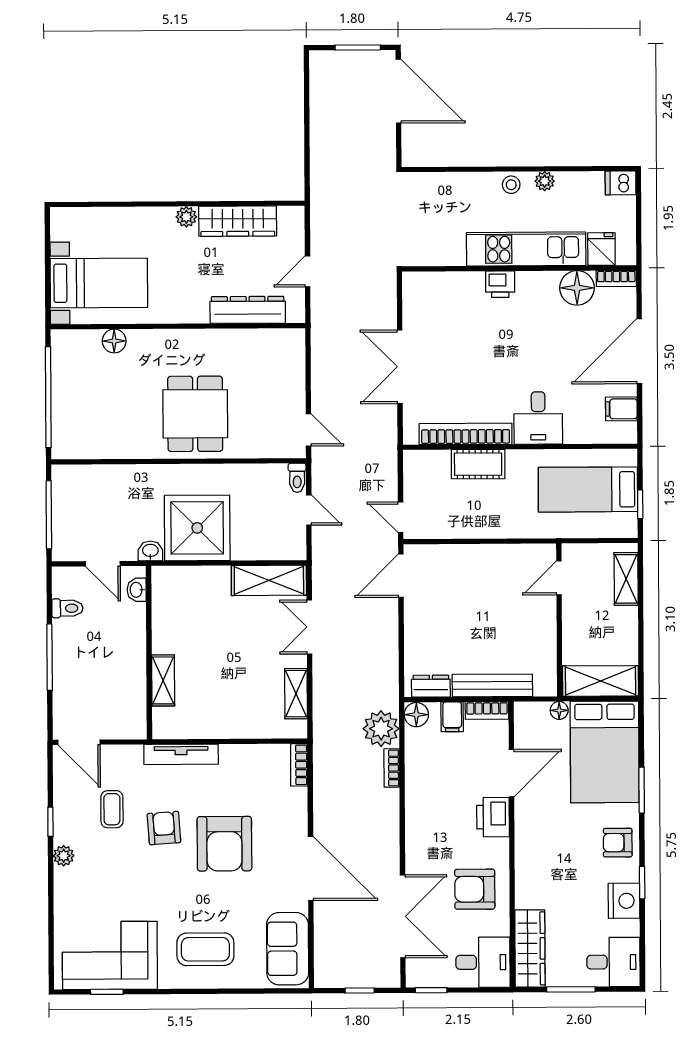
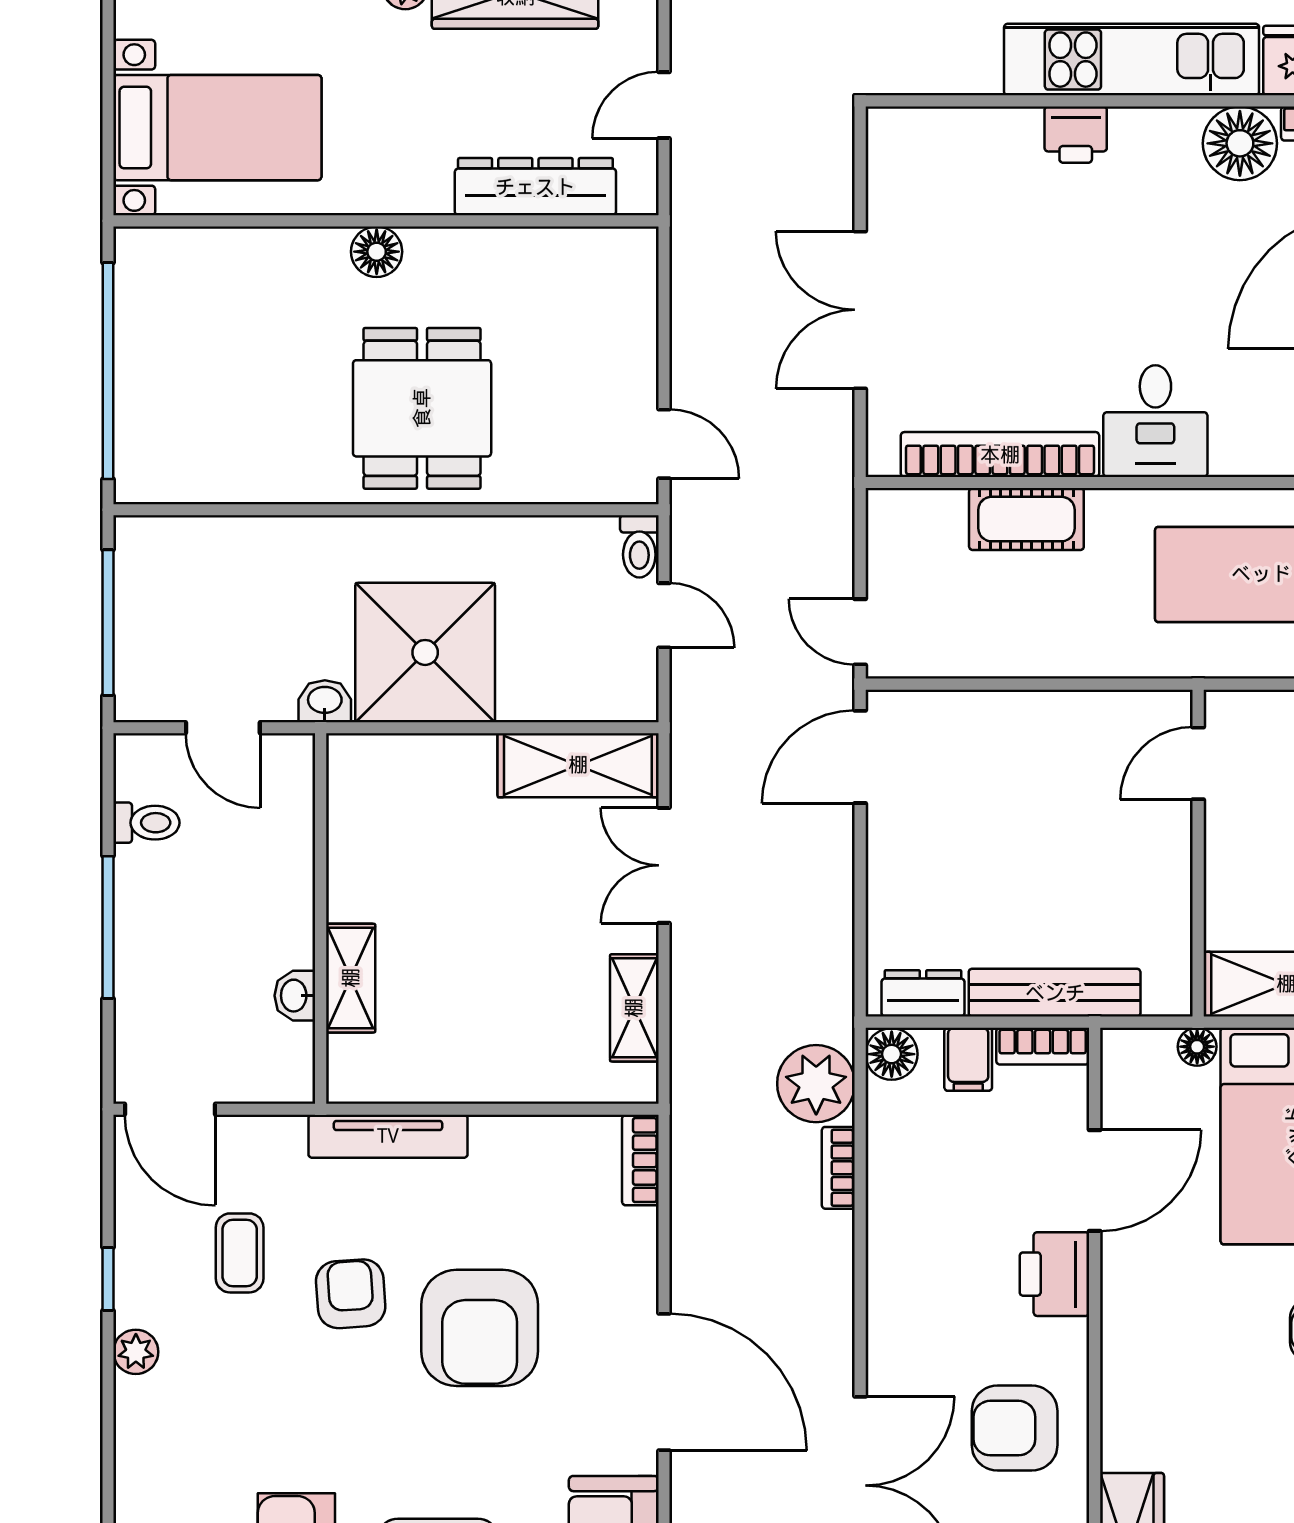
floor lamp: (114, 341) -> (377, 252), moved
washbasin: (137, 590) -> (295, 996), moved

